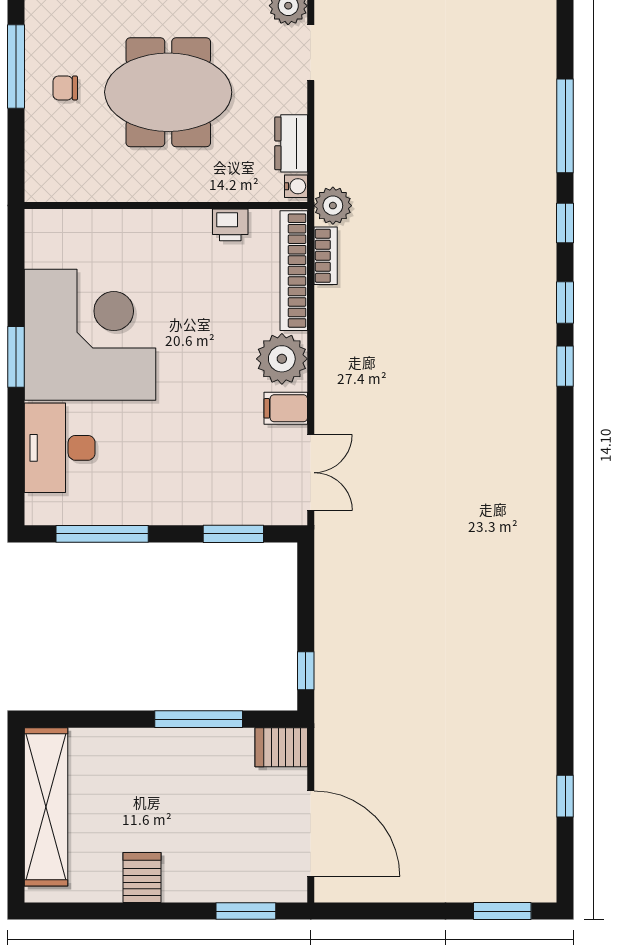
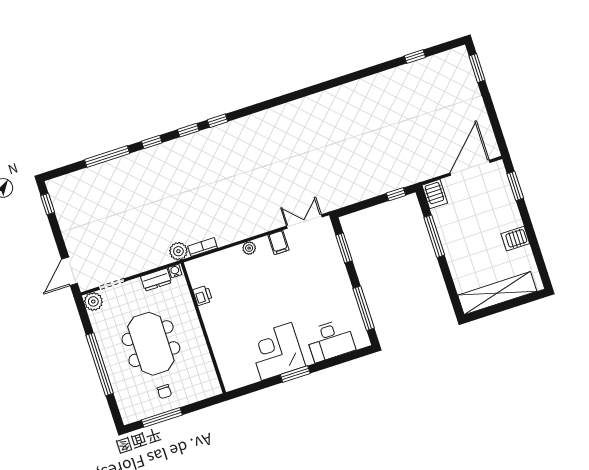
bookcase: (294, 271) -> (214, 259), removed
corner desk: (90, 335) -> (276, 351), width x0.74, depth x0.74
plant: (282, 359) -> (249, 248), width x0.53, depth x0.53

